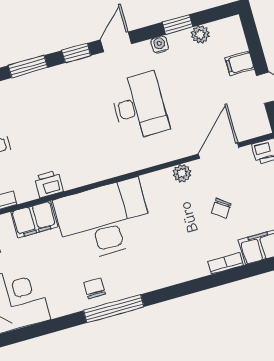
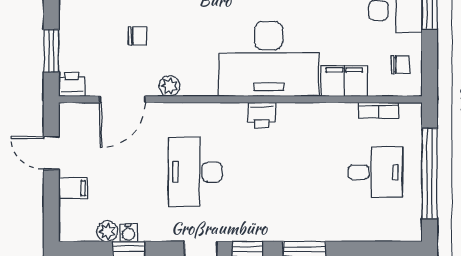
water cooler: (160, 45) -> (128, 233), moved
printer: (49, 184) -> (262, 115), moved
chair: (221, 208) -> (137, 36), turned 56

